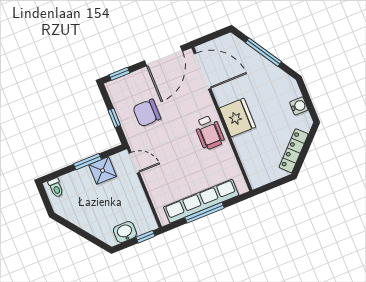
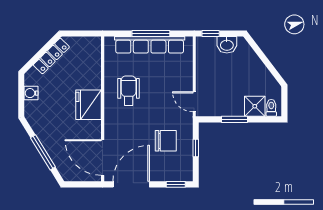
wheelchair: (209, 132) -> (129, 91), moved
shower: (103, 171) -> (255, 106), moved

